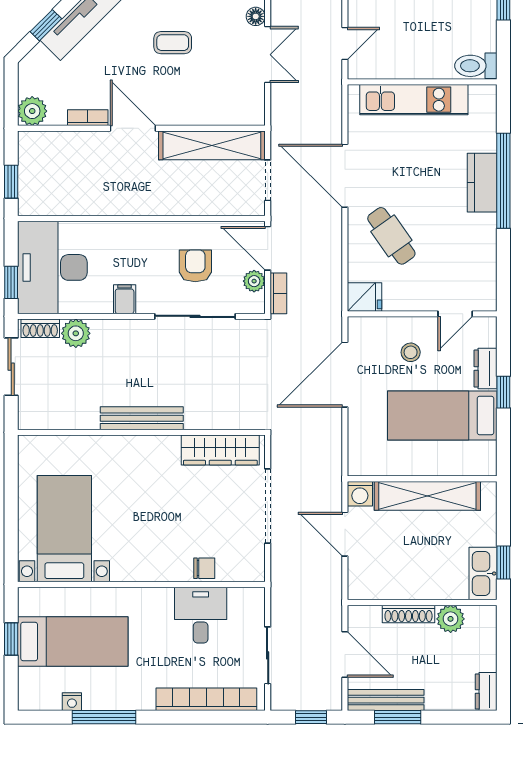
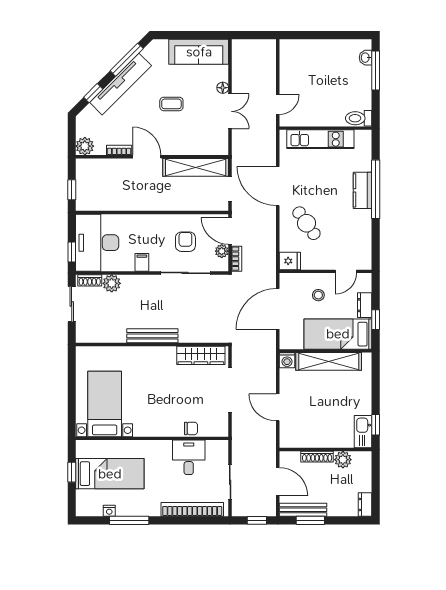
wall: (422, 479) -> (326, 351), moved
washing machine: (360, 494) -> (287, 360), moved
shelving: (427, 496) -> (329, 361), moved

